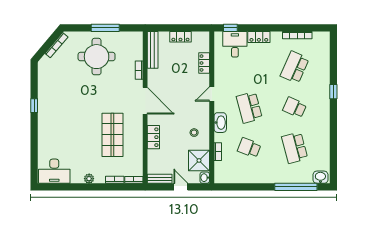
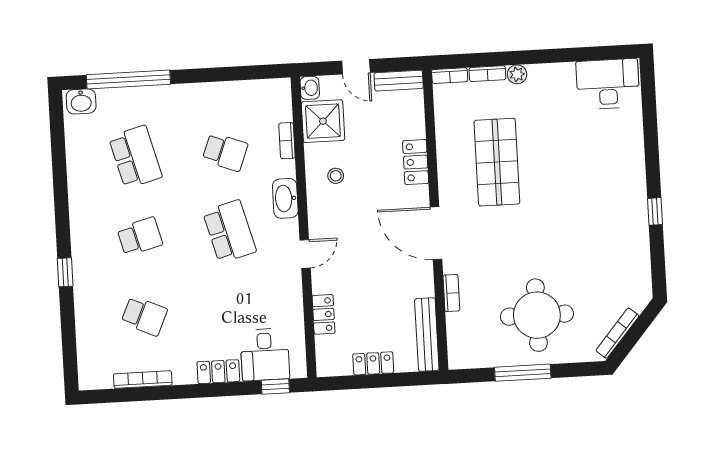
school desk: (295, 67) -> (144, 316), width x0.54
school desk: (295, 107) -> (140, 236), turned -39
plant: (89, 179) -> (517, 74), moved

